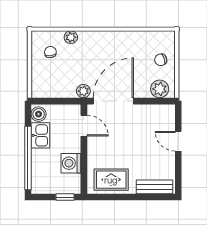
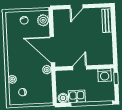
door: (84, 126) -> (80, 68), moved
washing machine: (71, 163) -> (105, 75), moved
rug: (111, 180) -> (103, 49), removed

